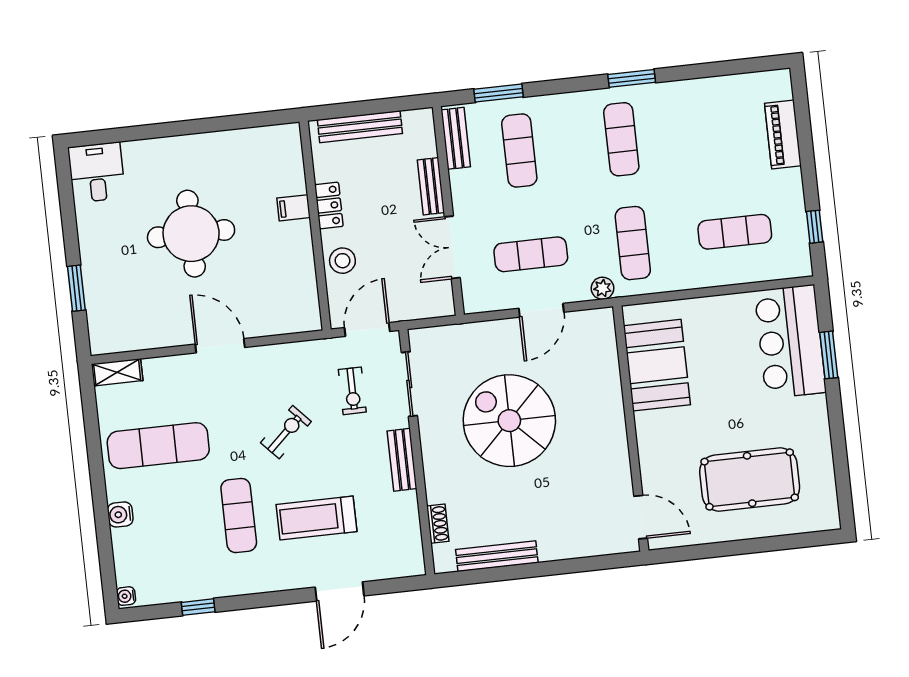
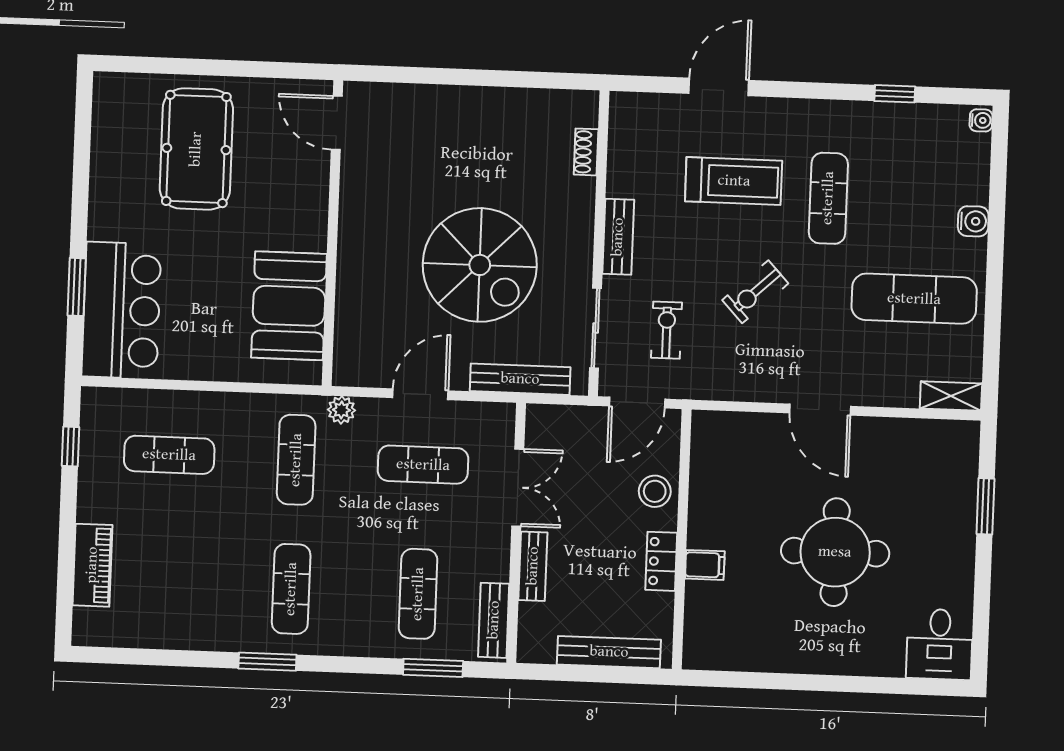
pool table: (750, 479) -> (196, 149), turned 90
bench: (497, 556) -> (520, 379), moved

